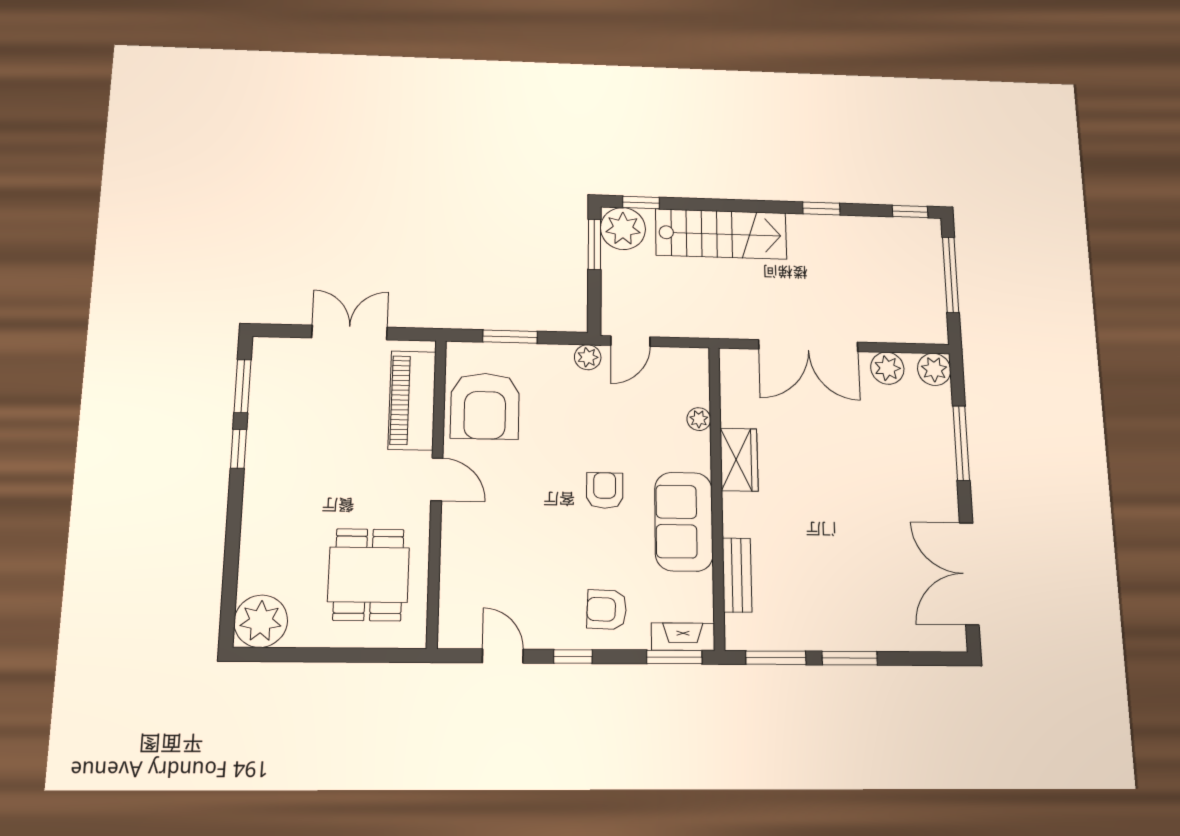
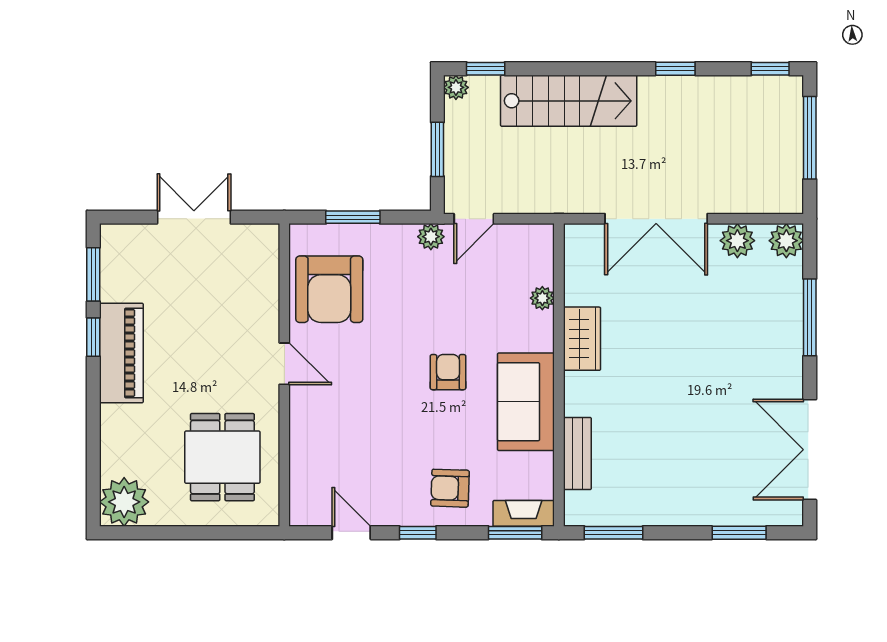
plant: (623, 229) -> (456, 87), width x0.53, depth x0.53
window: (594, 244) -> (437, 149), moved
piano: (412, 400) -> (121, 353), moved, turned 180
window: (850, 658) -> (739, 533), moved

